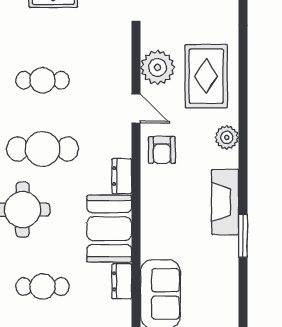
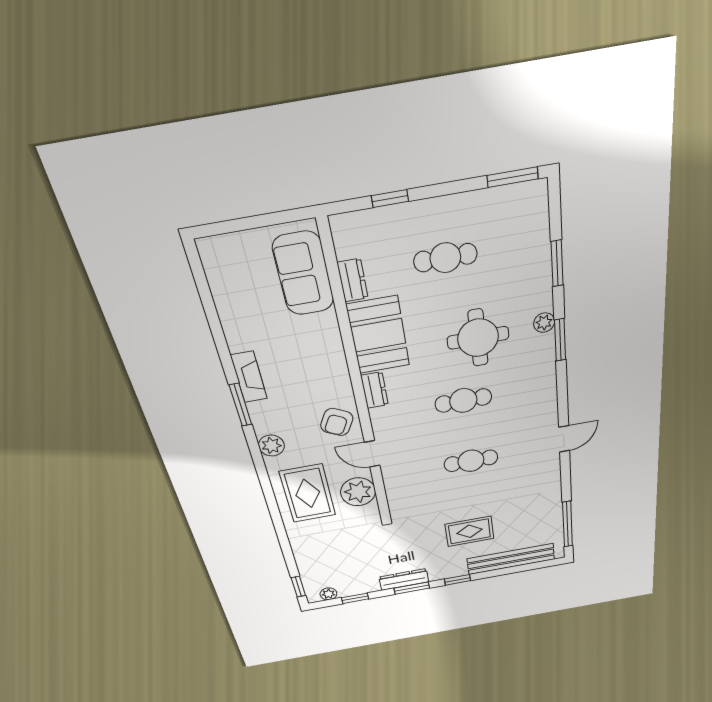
cafe table: (42, 149) -> (463, 401), width x0.73, depth x0.74
armchair: (162, 150) -> (337, 422), turned -152
fireplace: (225, 202) -> (249, 377), width x0.73, depth x0.76
window: (243, 236) -> (240, 405), moved

